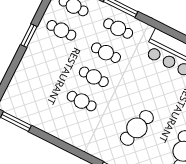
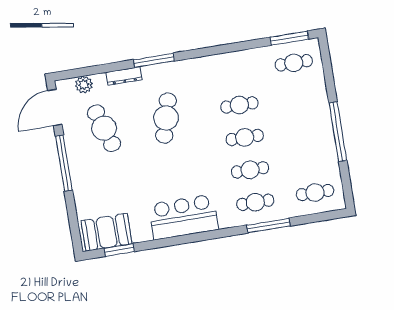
cafe table: (61, 30) -> (294, 63), moved
window: (29, 36) -> (338, 132), width x2.11

